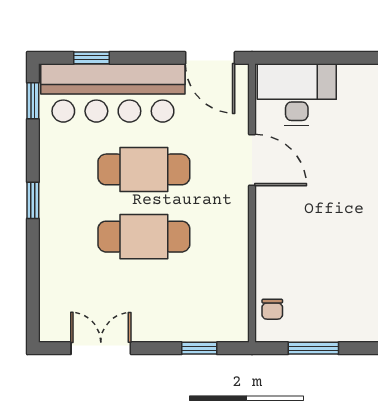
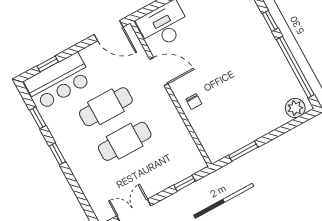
bar counter: (113, 93) -> (59, 81), width x0.73
window: (33, 101) -> (38, 118), moved
chair: (272, 309) -> (194, 102), moved

